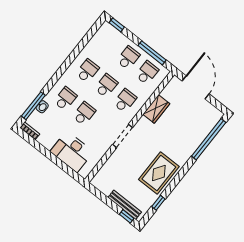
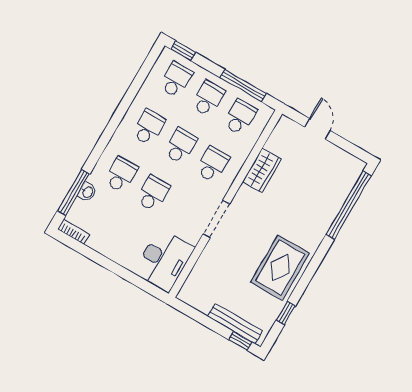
school desk: (109, 43) -> (176, 80), added
door: (196, 87) -> (317, 129), width x0.53
desk: (72, 152) -> (164, 260), moved, turned -90

